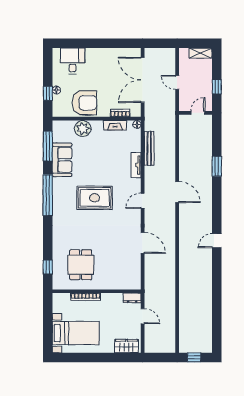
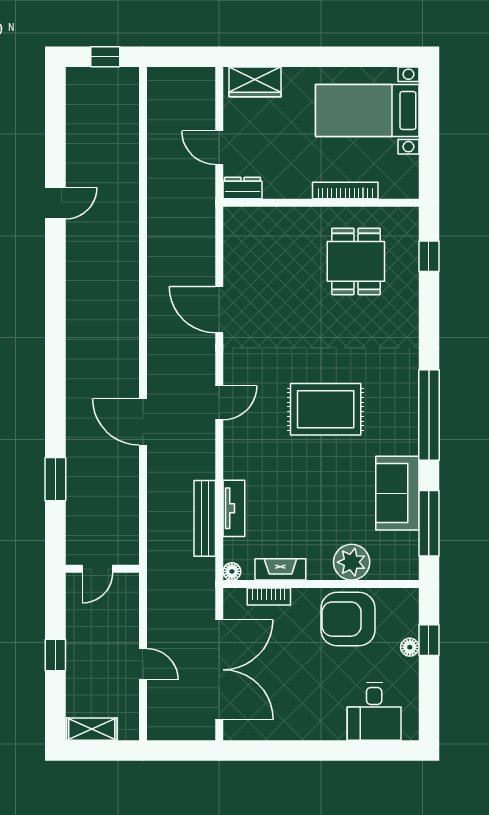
wall: (196, 113) -> (102, 569), moved
door: (198, 113) -> (97, 569), moved
tv unit: (136, 165) -> (234, 508), moved
door: (217, 241) -> (55, 203), moved

